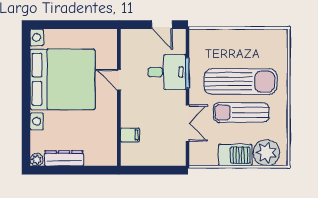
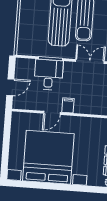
door: (162, 25) -> (10, 87), moved
filing cabinet: (130, 135) -> (68, 105), moved

